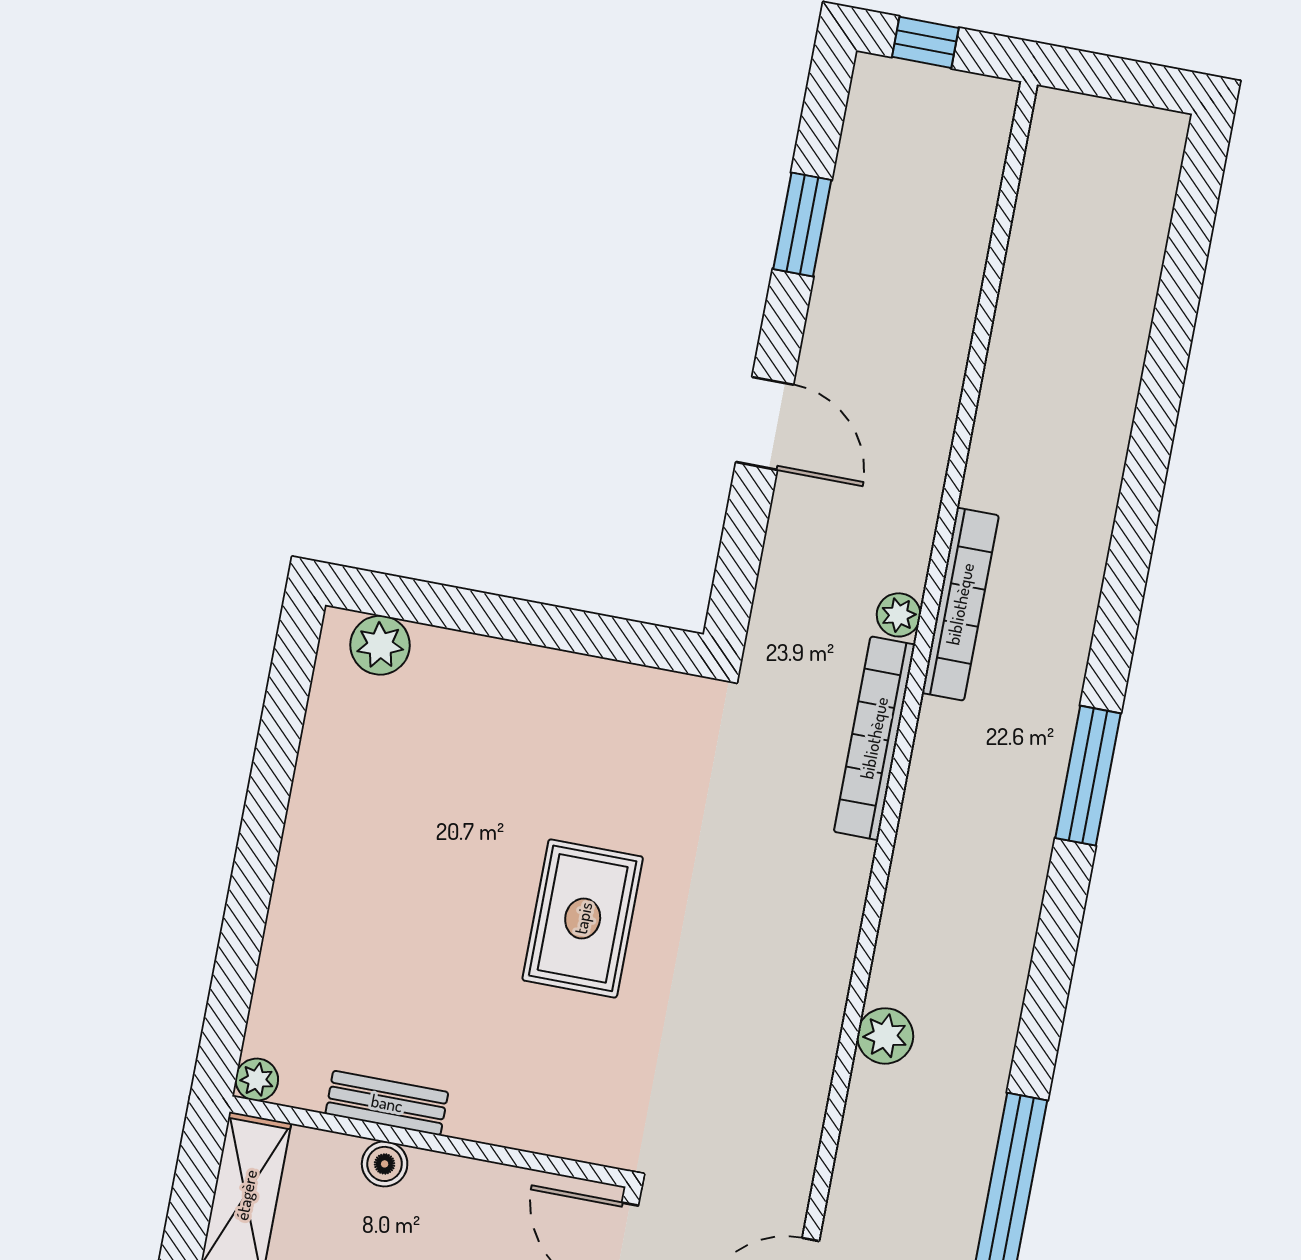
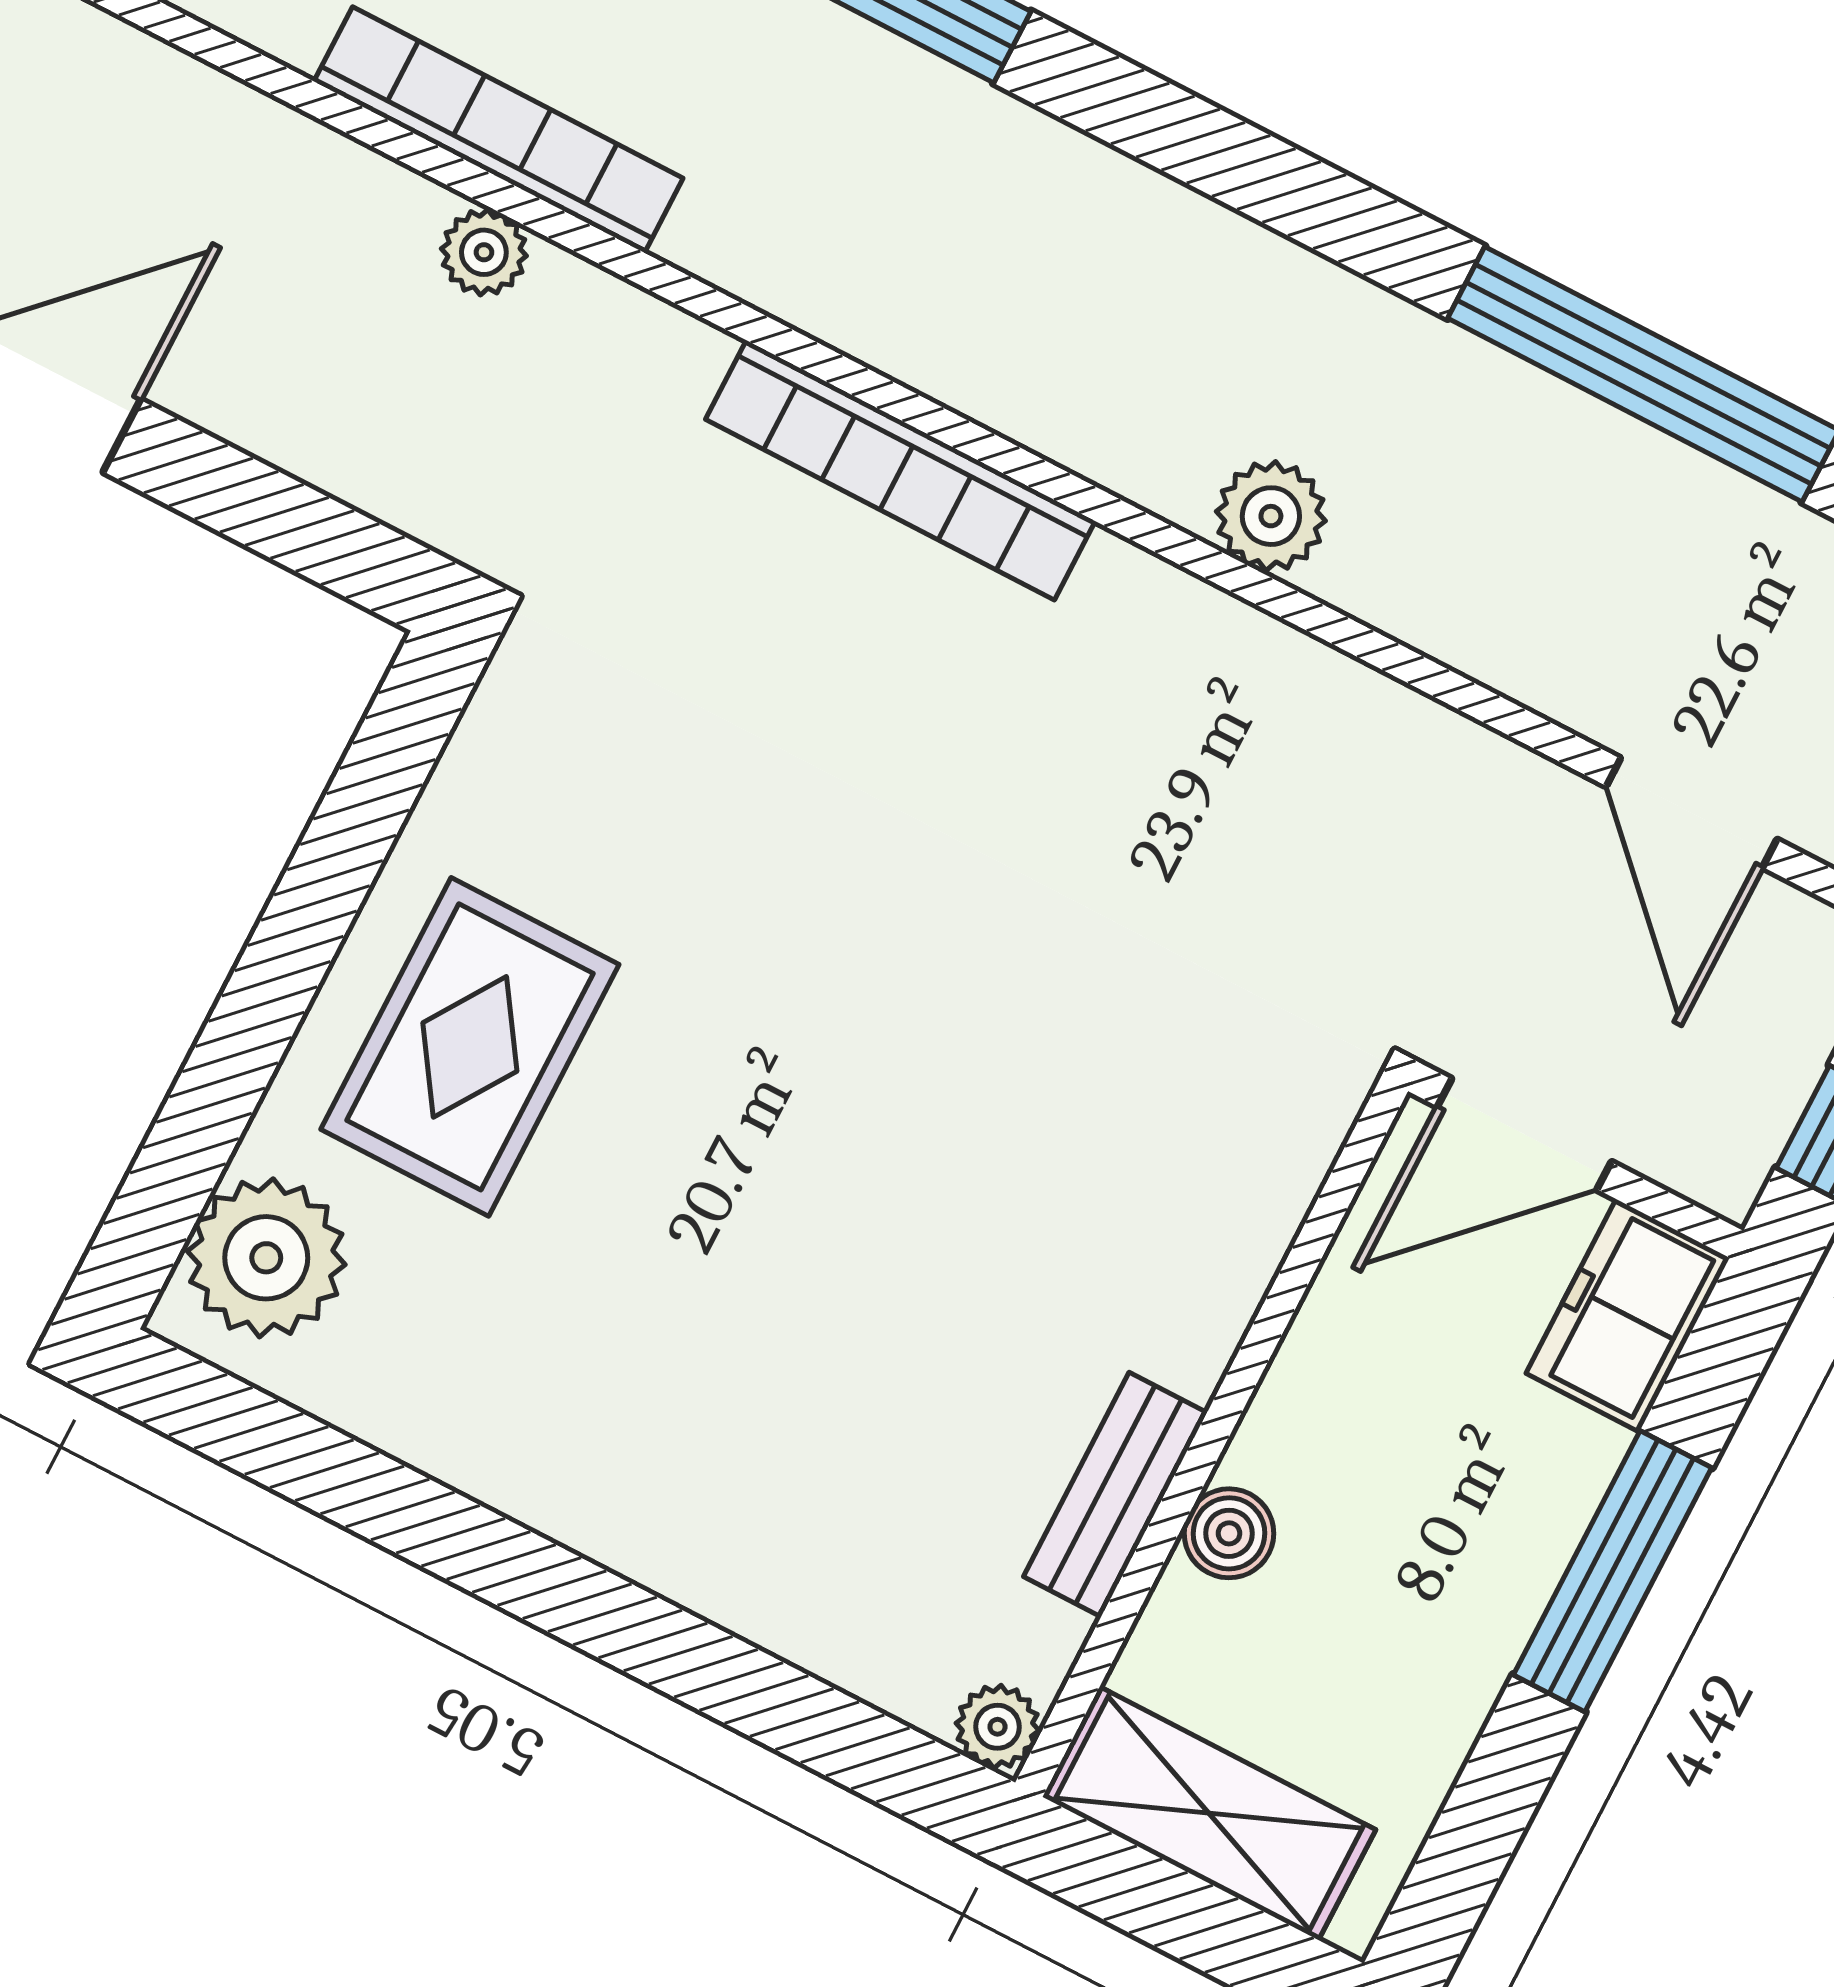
plant: (380, 645) -> (266, 1258), width x1.36, depth x1.36
bookcase: (874, 738) -> (900, 470), moved
rug: (583, 918) -> (470, 1047), moved, turned 90

